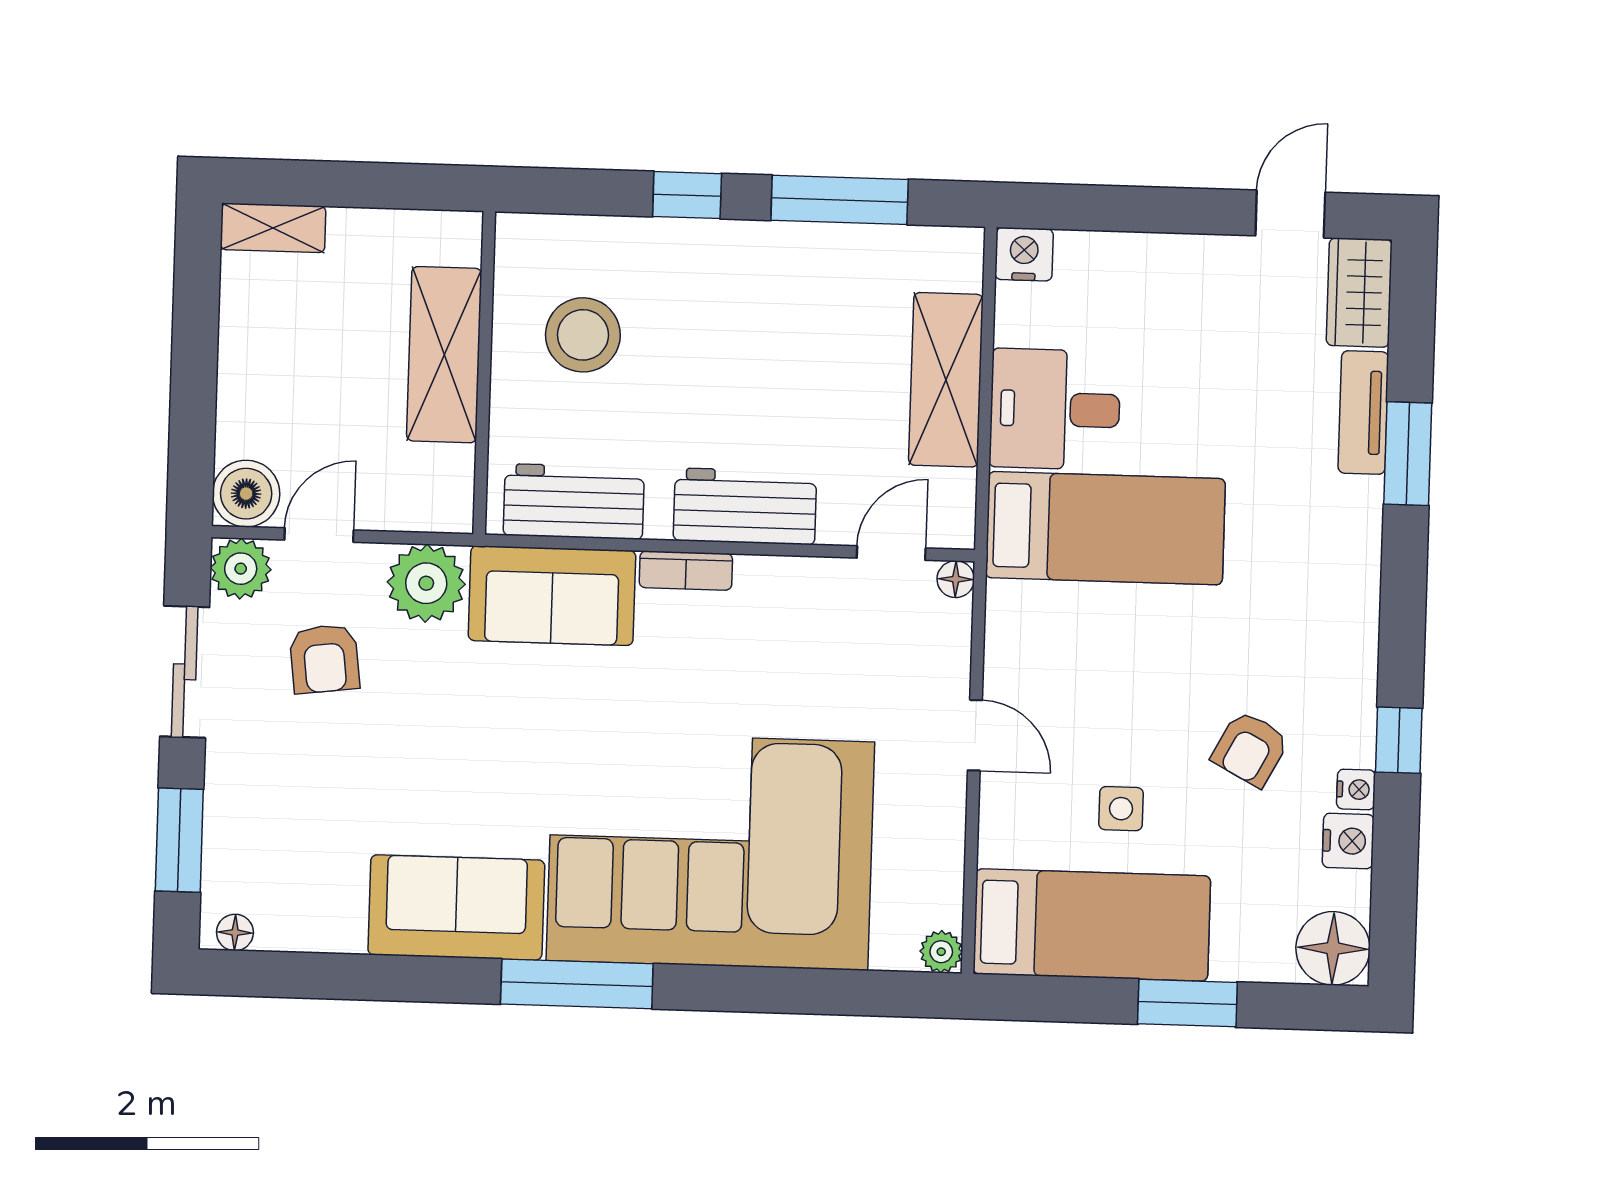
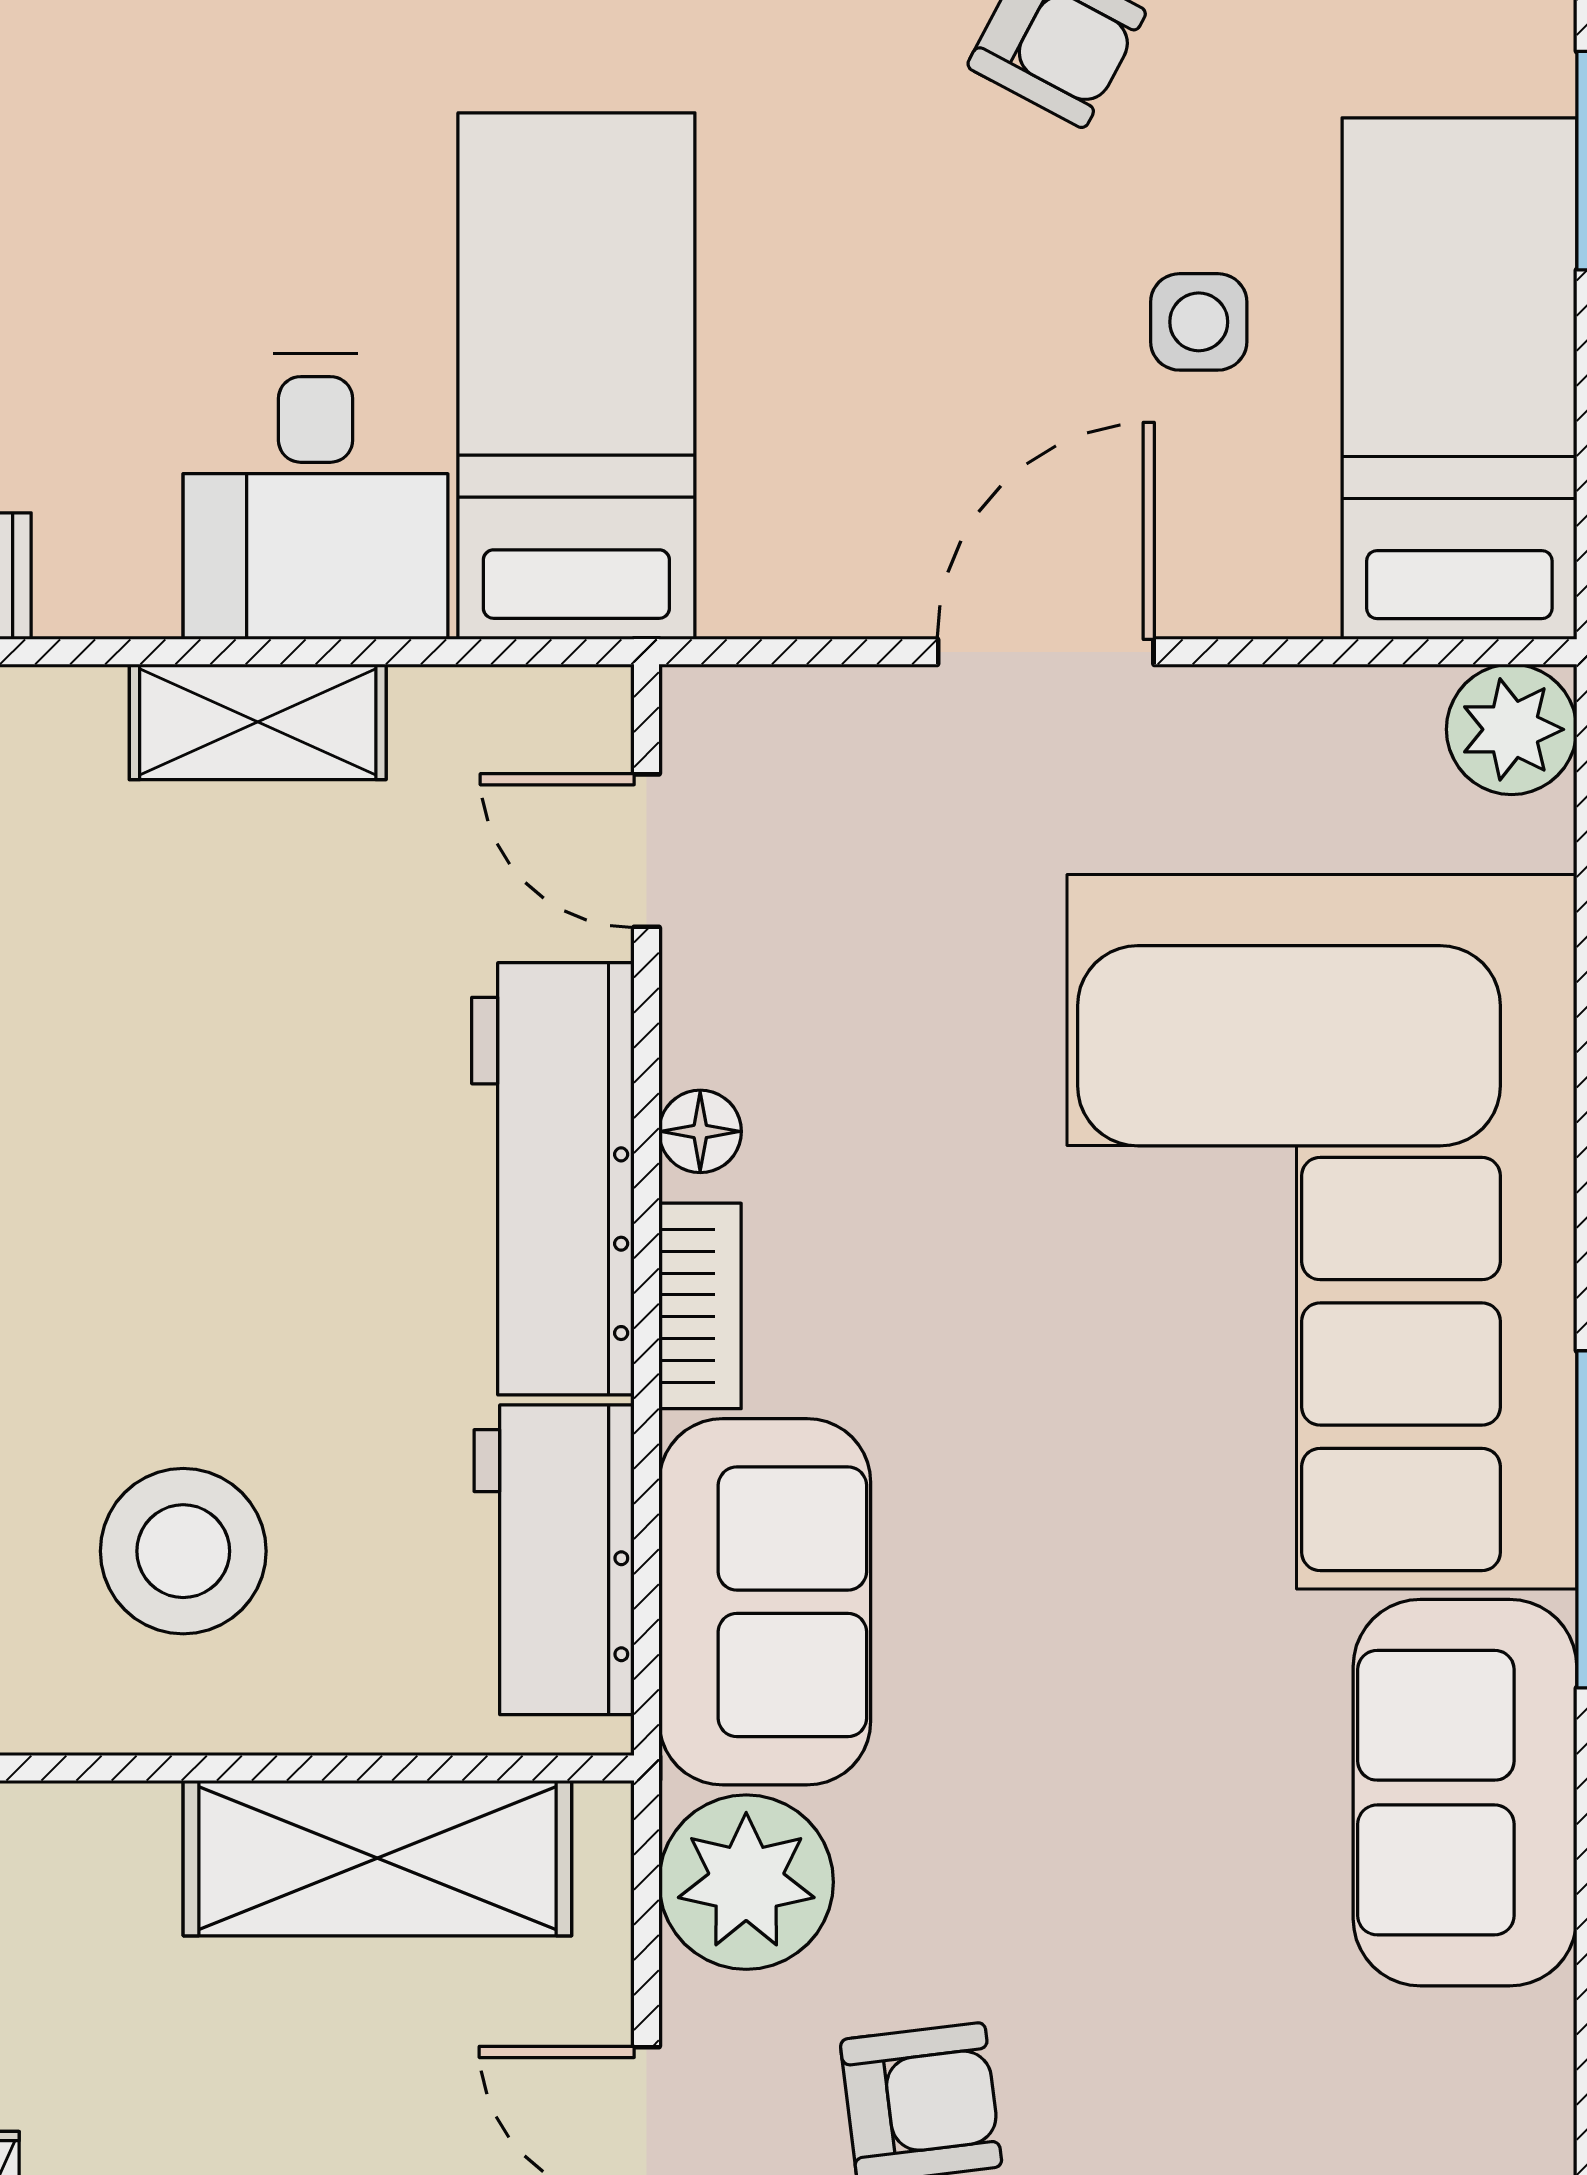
shelving: (444, 355) -> (377, 1858), moved
shelving: (946, 380) -> (258, 722), width x0.67, depth x0.75
workbench: (745, 506) -> (553, 1179), width x1.38
floor lamp: (956, 579) -> (700, 1131), moved
door: (975, 735) -> (1046, 652), width x1.38
plant: (941, 952) -> (1512, 729), width x1.38, depth x1.38

